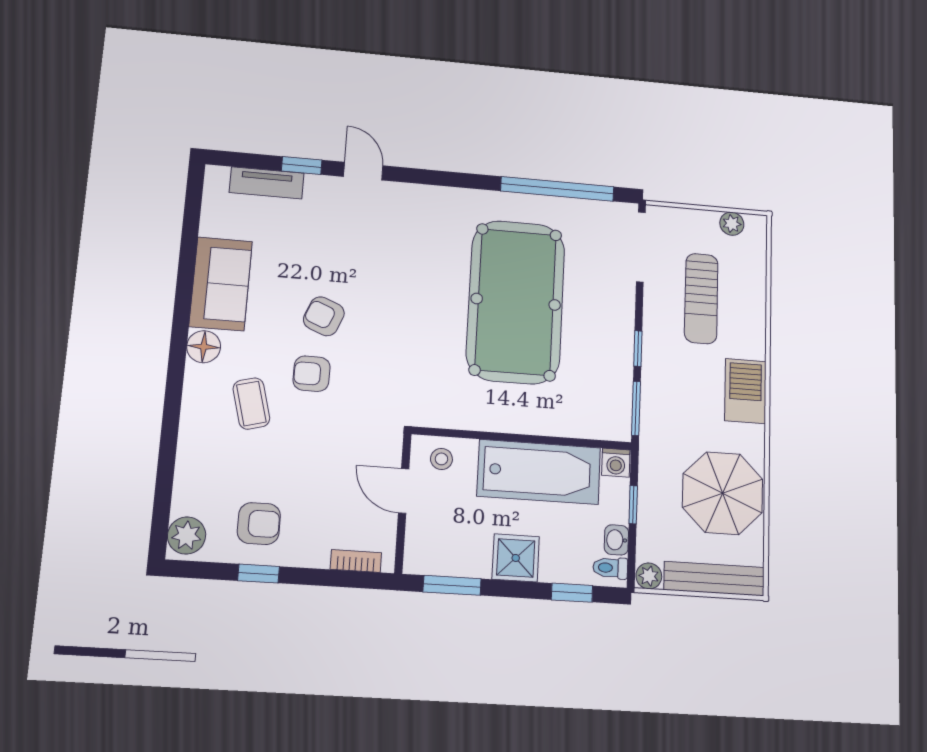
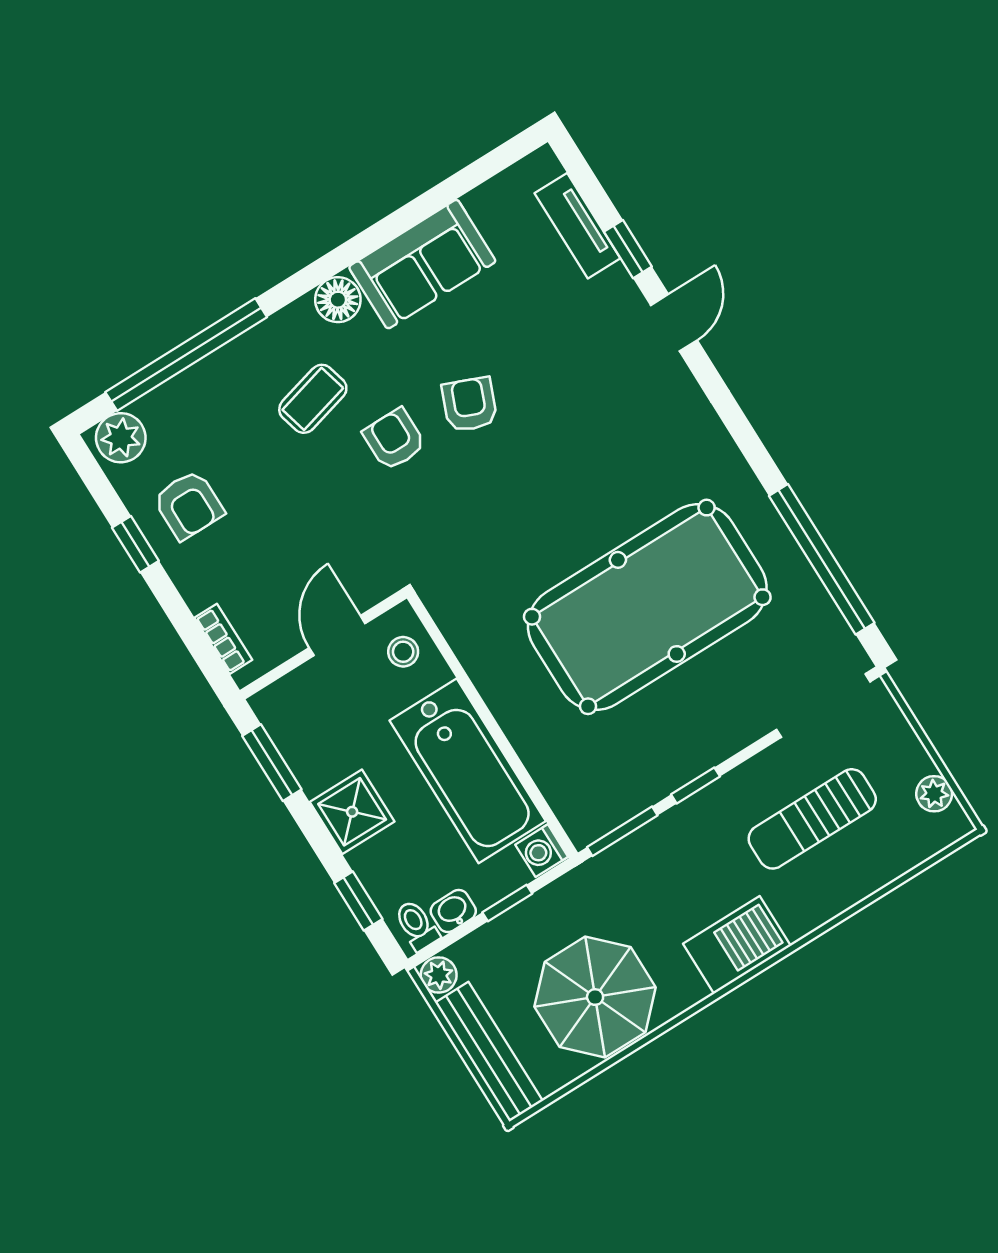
window: (167, 459) -> (186, 355), added

